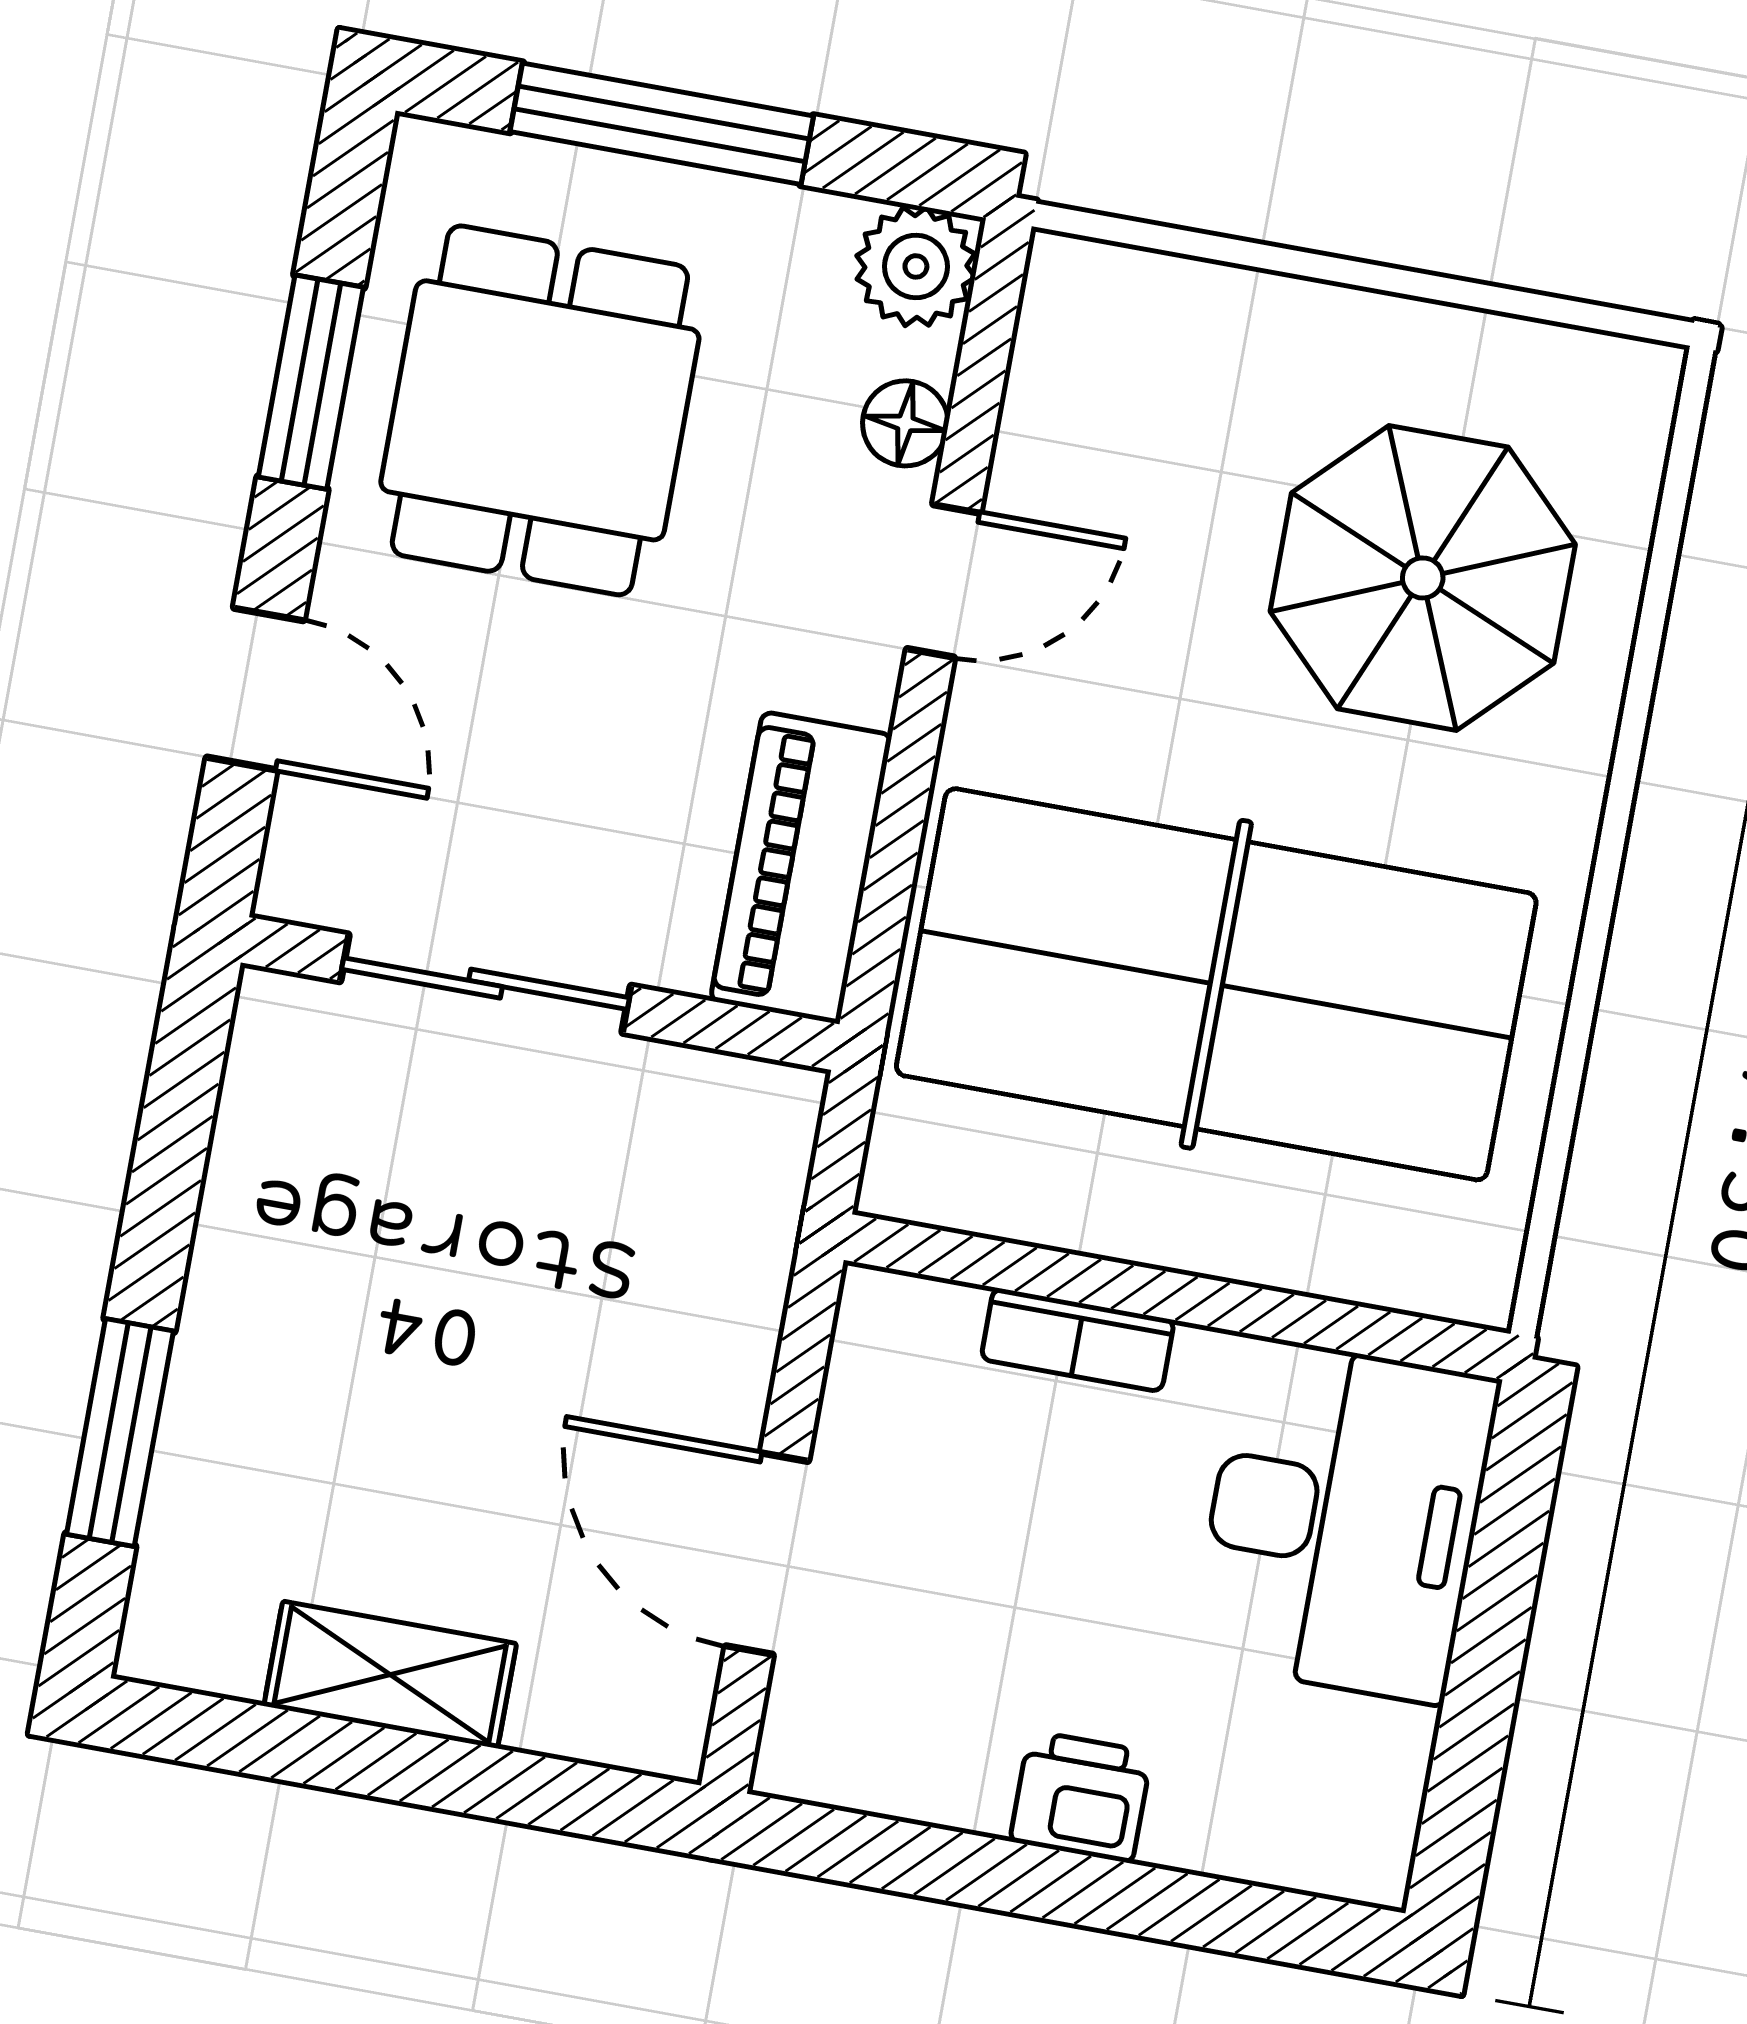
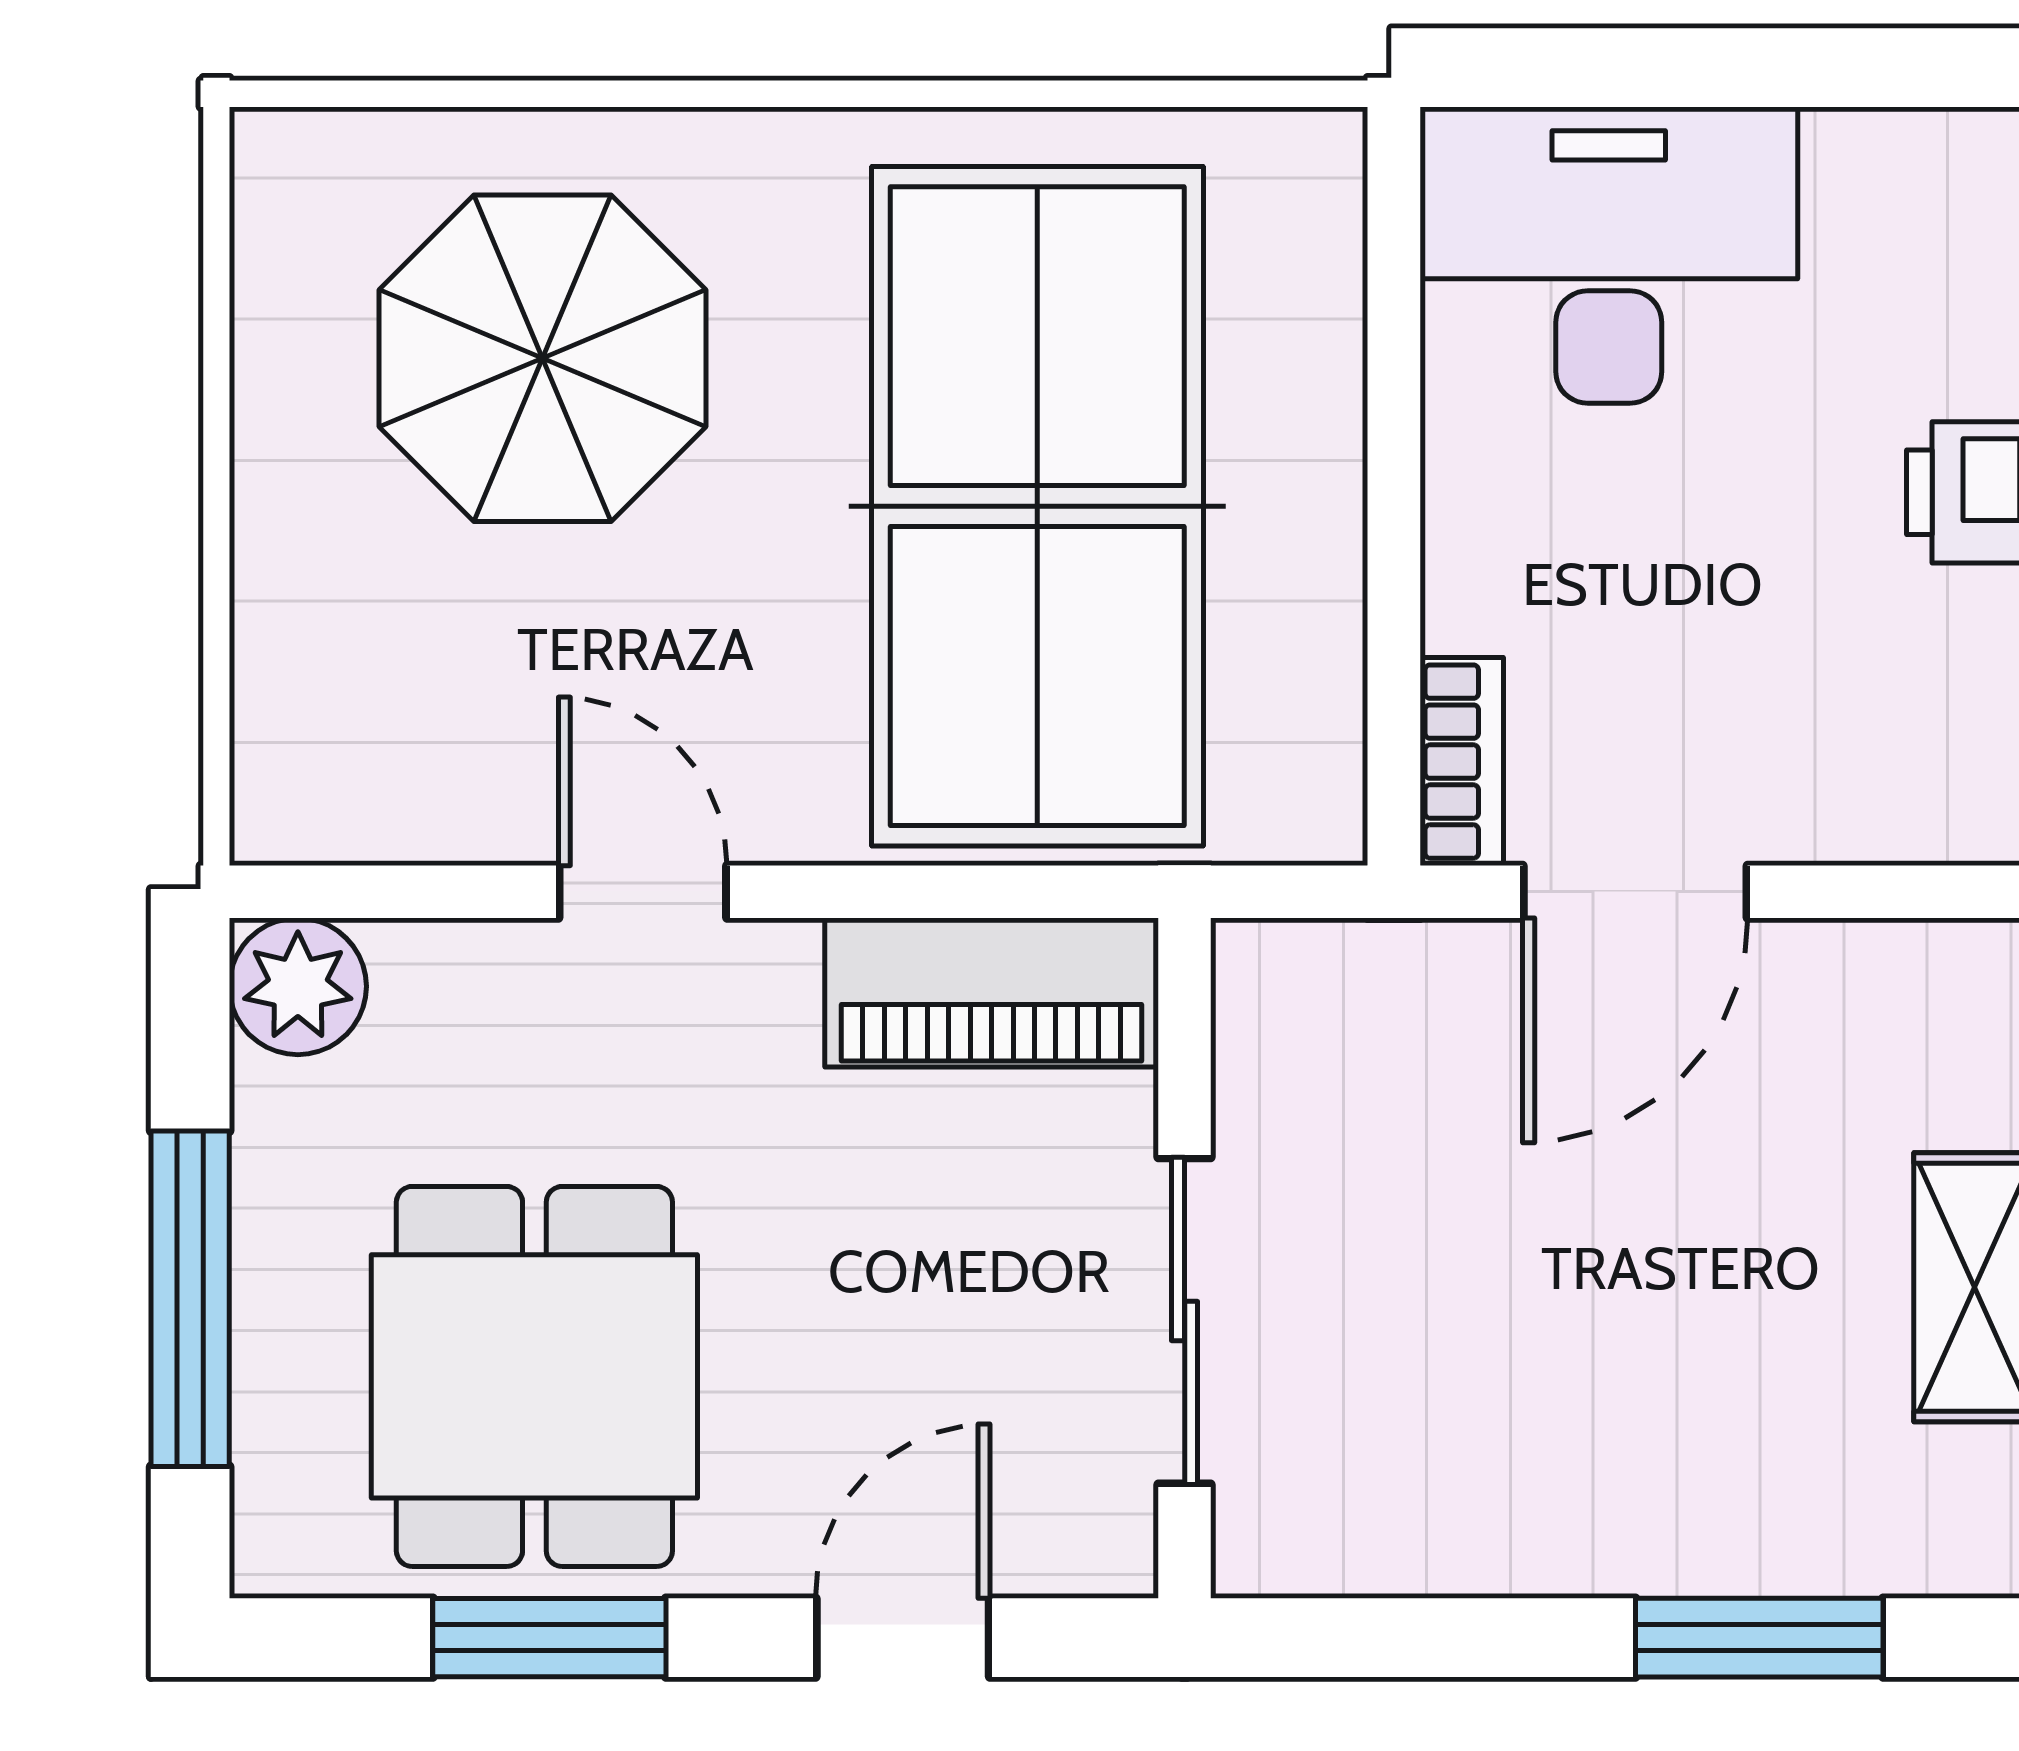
dining table: (540, 410) -> (534, 1376), turned 90
floor lamp: (905, 423) -> (475, 966), removed
bookcase: (1078, 1340) -> (1462, 762), moved
door: (767, 1554) -> (1635, 892), moved

